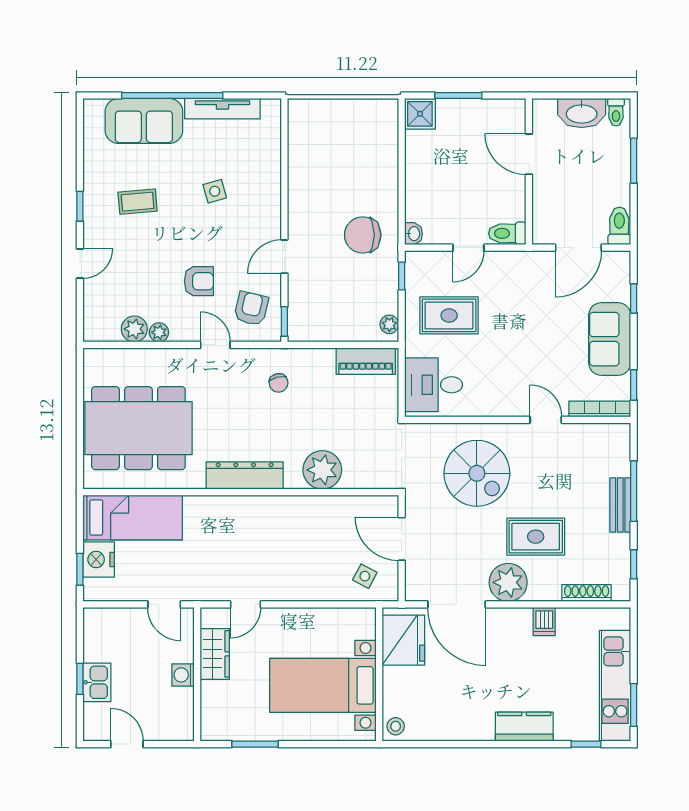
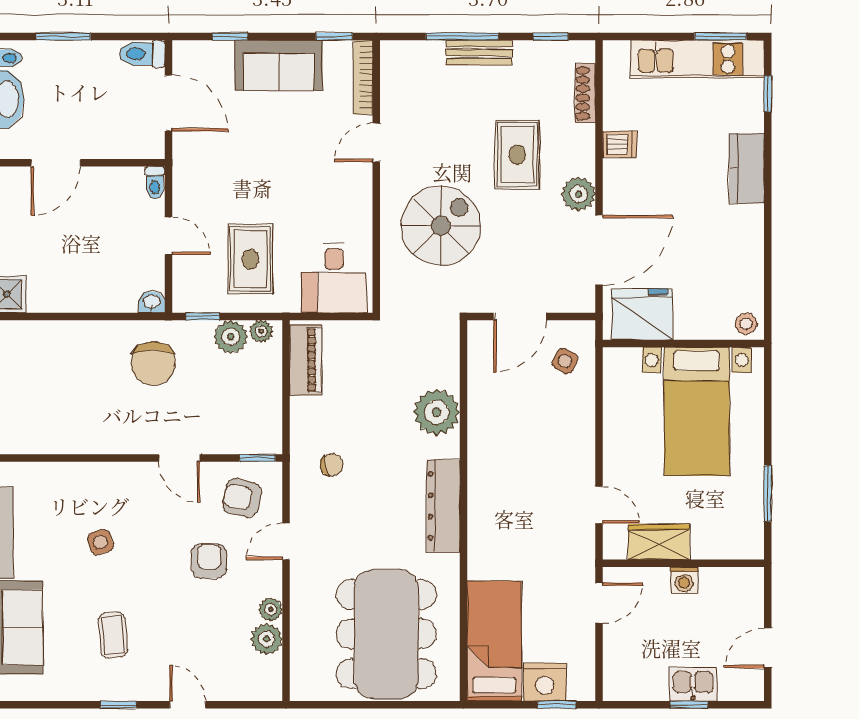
toilet: (507, 233) -> (155, 183), width x0.73, depth x0.72
plant: (385, 299) -> (231, 337), added
plant: (508, 582) -> (579, 194), width x0.73, depth x0.73

